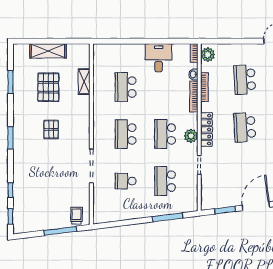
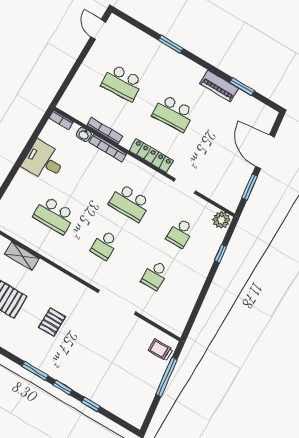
plant: (208, 55) -> (72, 106), removed
pallet: (51, 129) -> (52, 322), turned 90
school desk: (126, 134) -> (105, 245), width x0.54
plant: (191, 136) -> (221, 220), moved
school desk: (165, 181) -> (180, 233), width x0.54
window: (10, 216) -> (63, 387), moved
window: (167, 217) -> (221, 254), width x0.46

